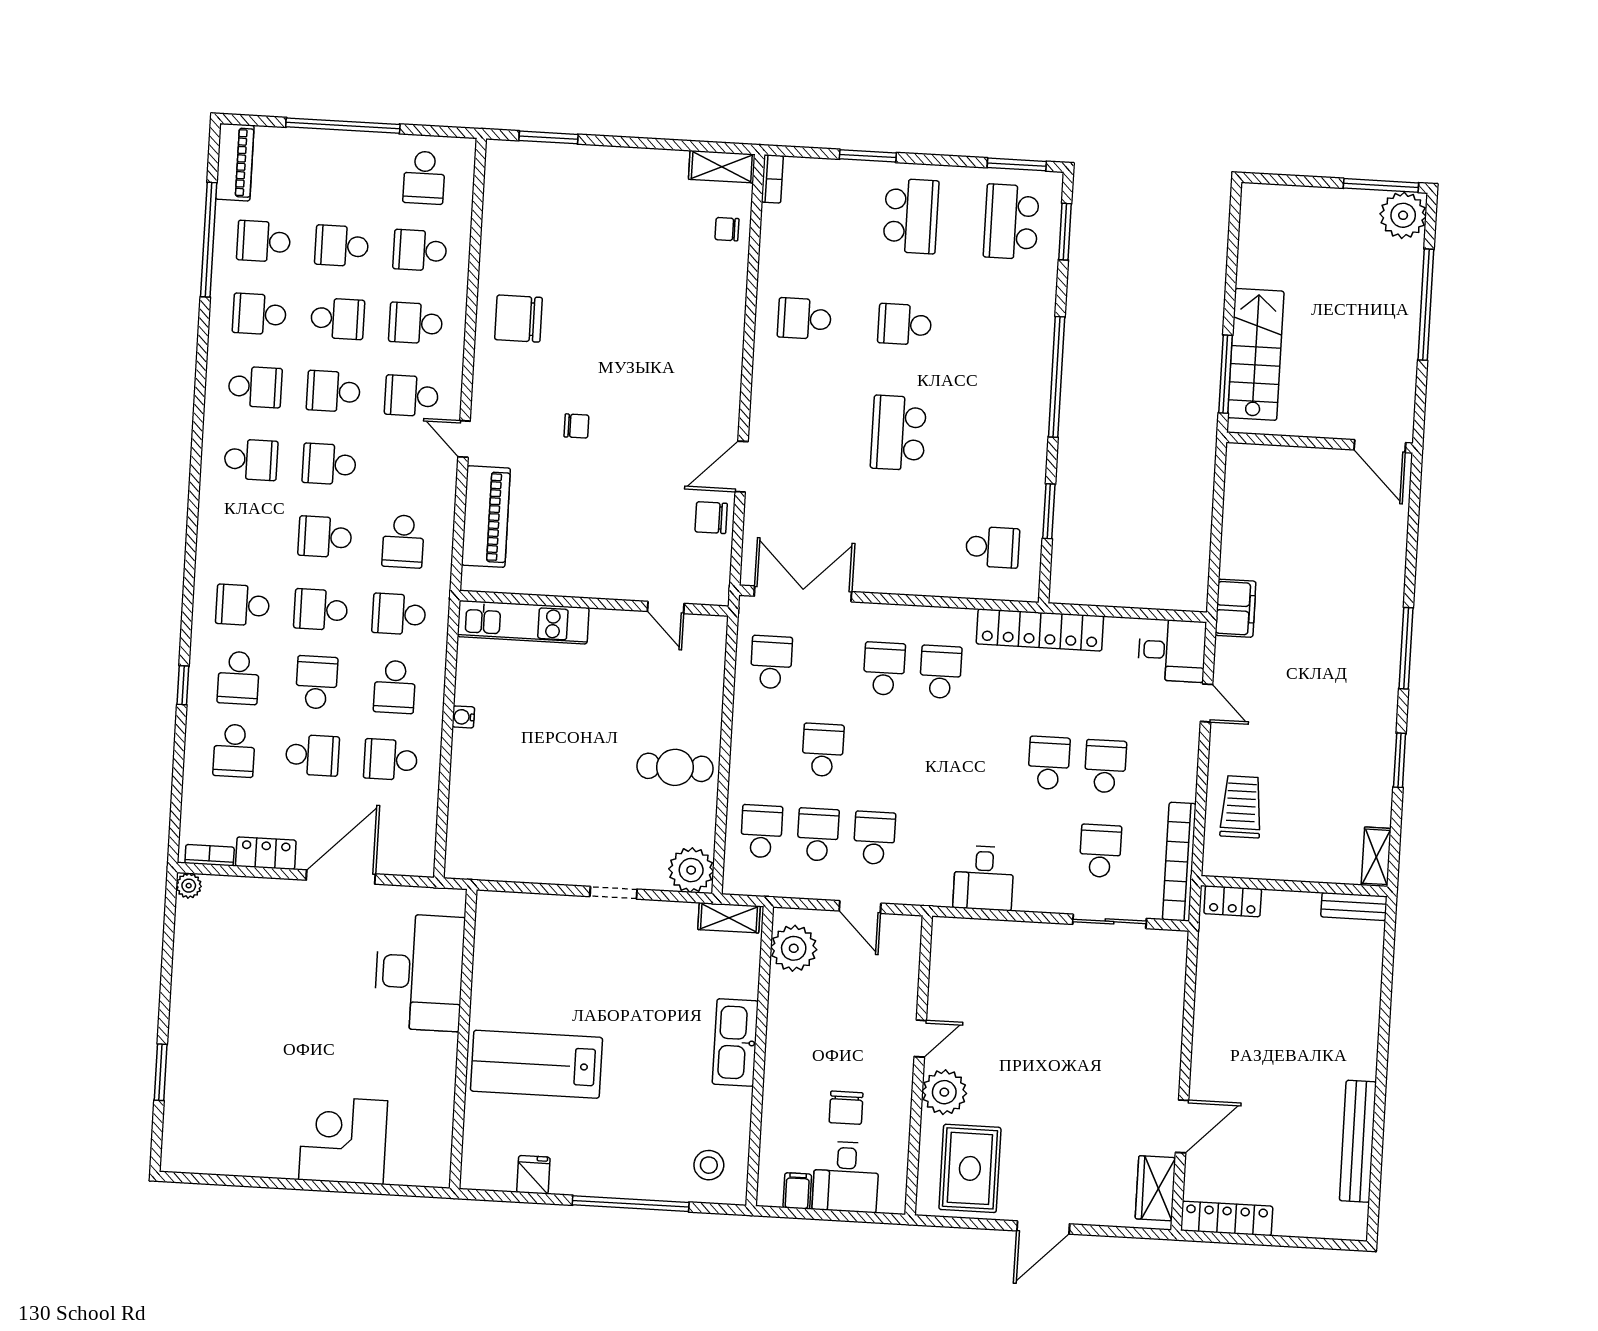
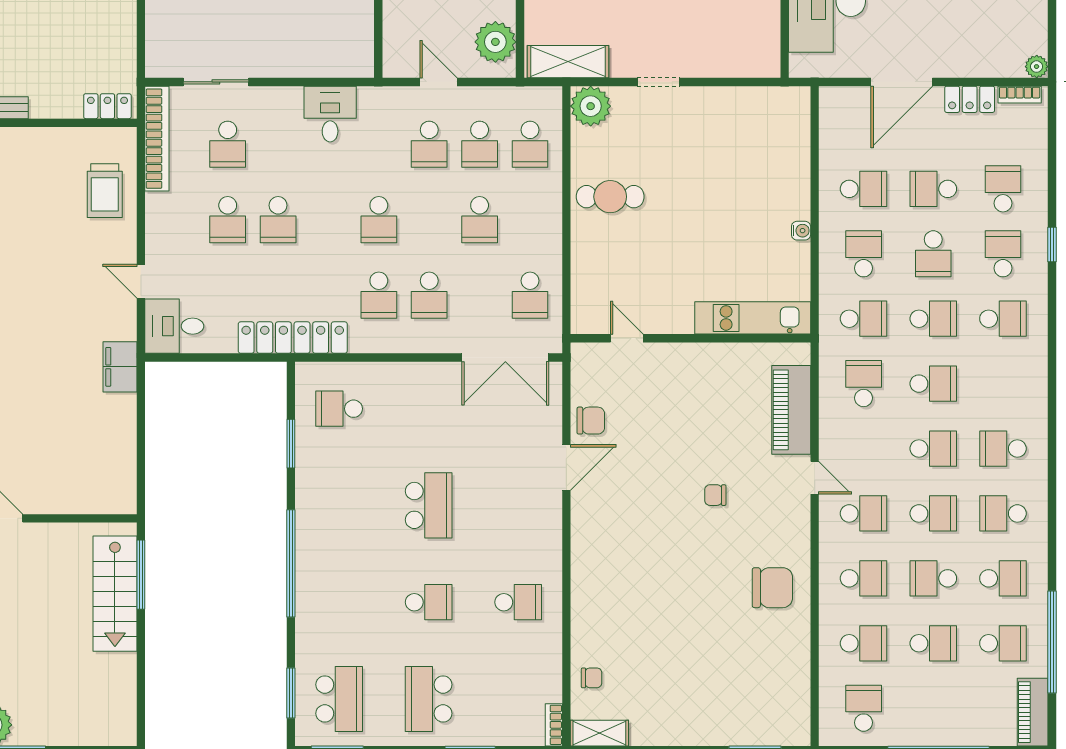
school desk: (936, 756) -> (379, 220), added
shelving: (729, 918) -> (568, 62), width x1.50, depth x1.33

